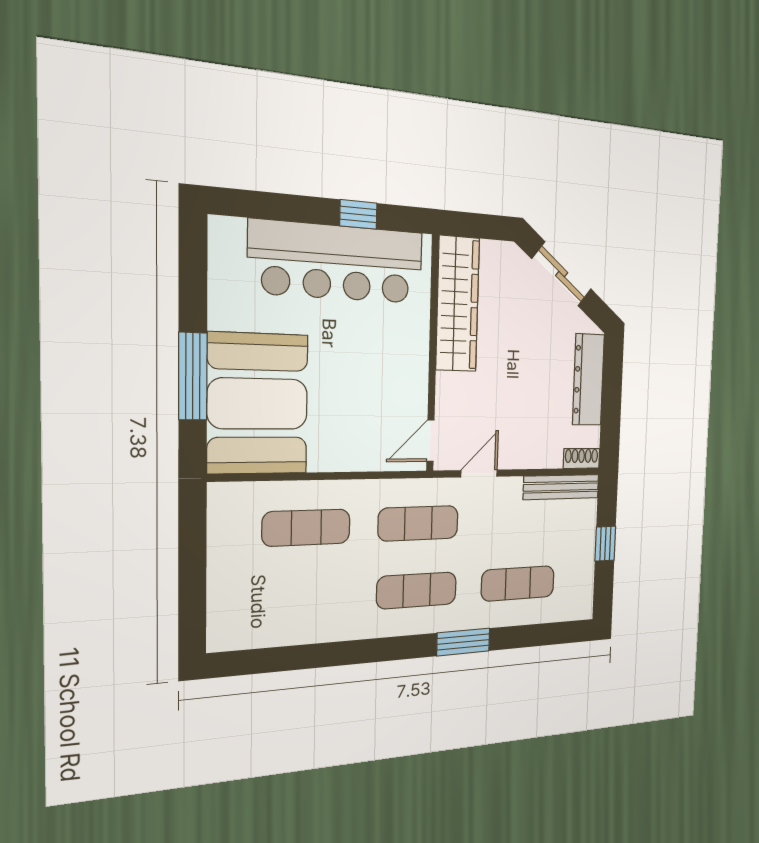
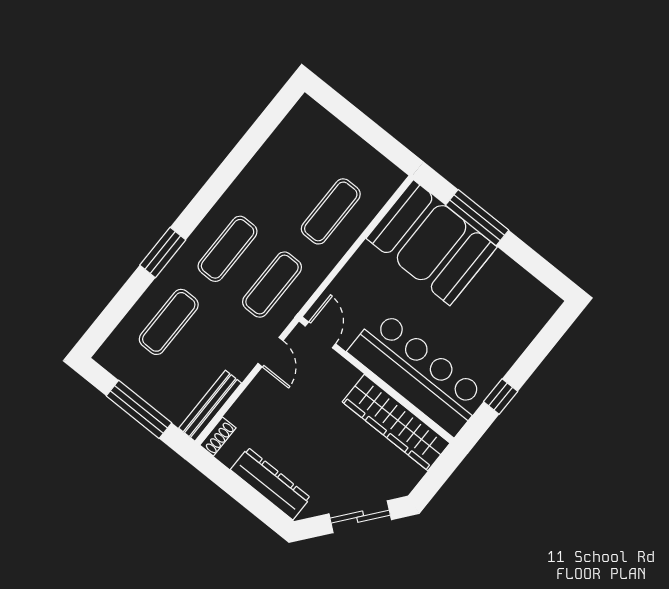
bar counter: (337, 262) -> (418, 373), moved, turned 90
window: (605, 544) -> (139, 409), width x2.17

